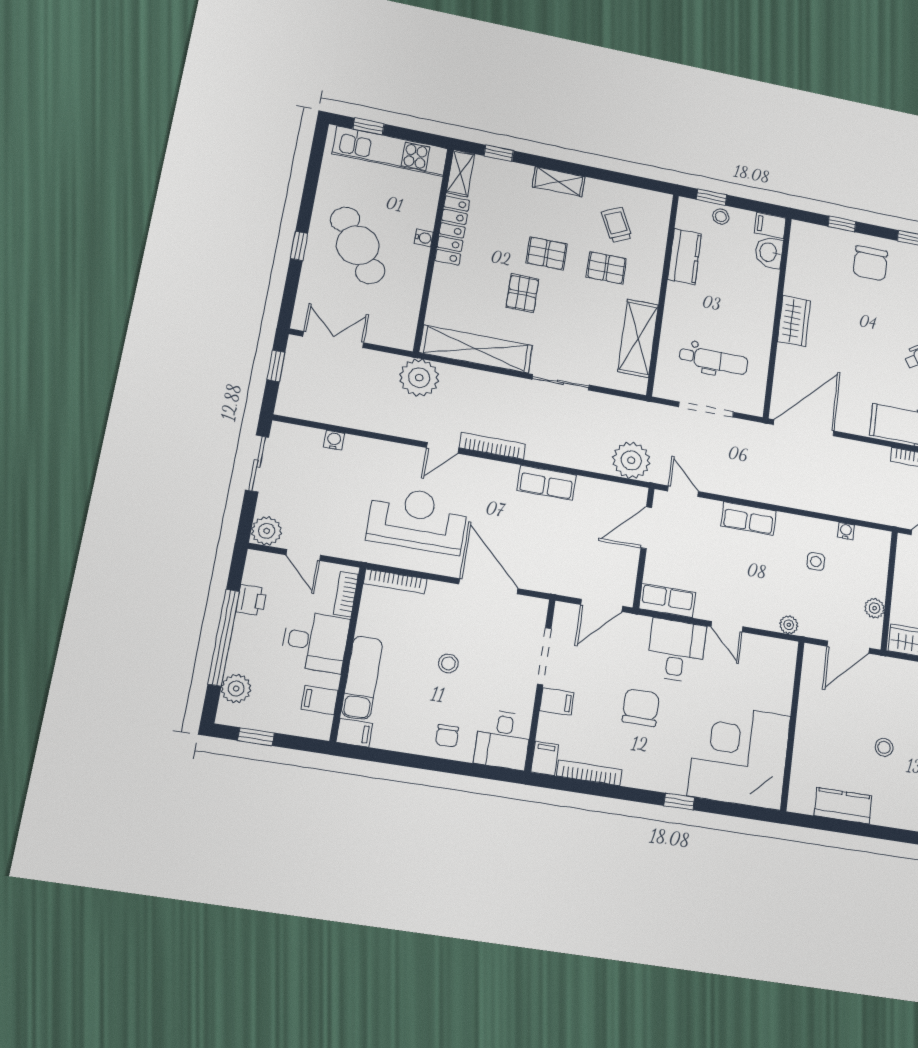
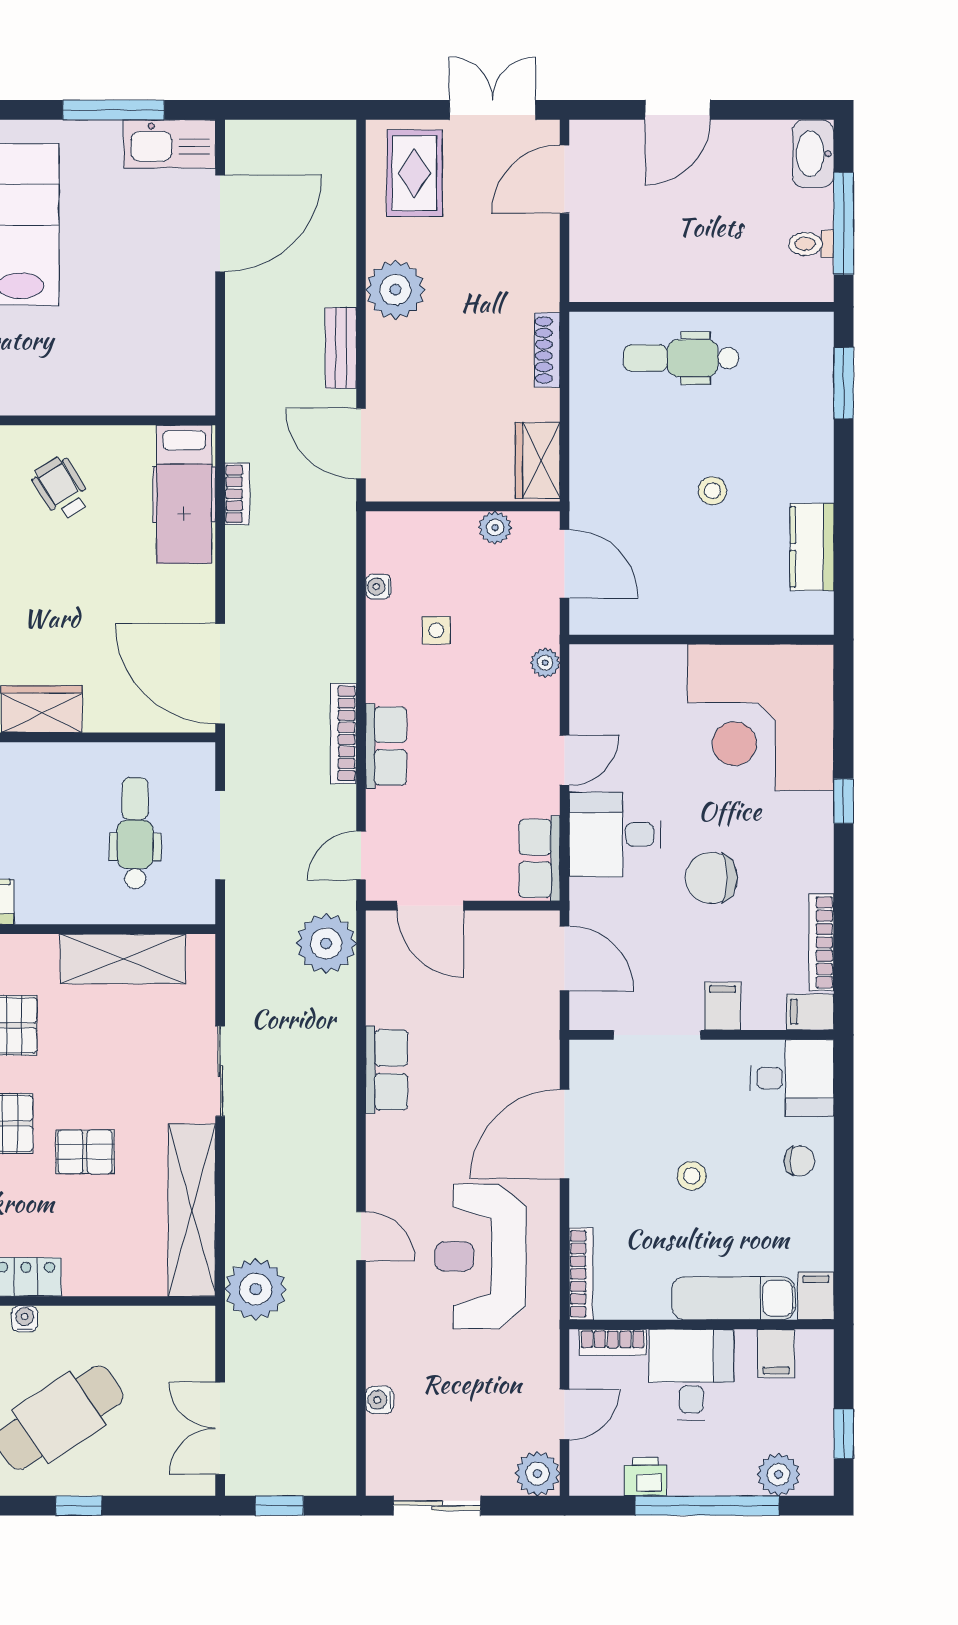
bookcase: (492, 446) -> (343, 733), moved

